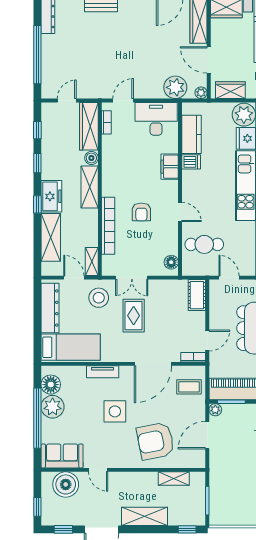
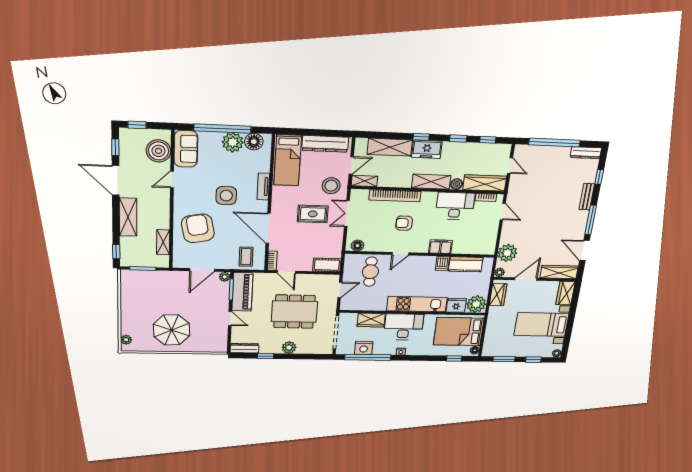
desk: (156, 119) -> (455, 206), moved, turned -90
door: (207, 435) -> (202, 270), swing flipped

